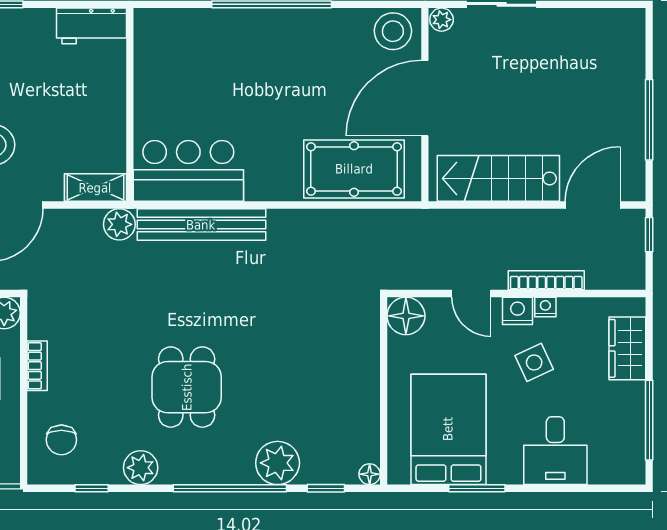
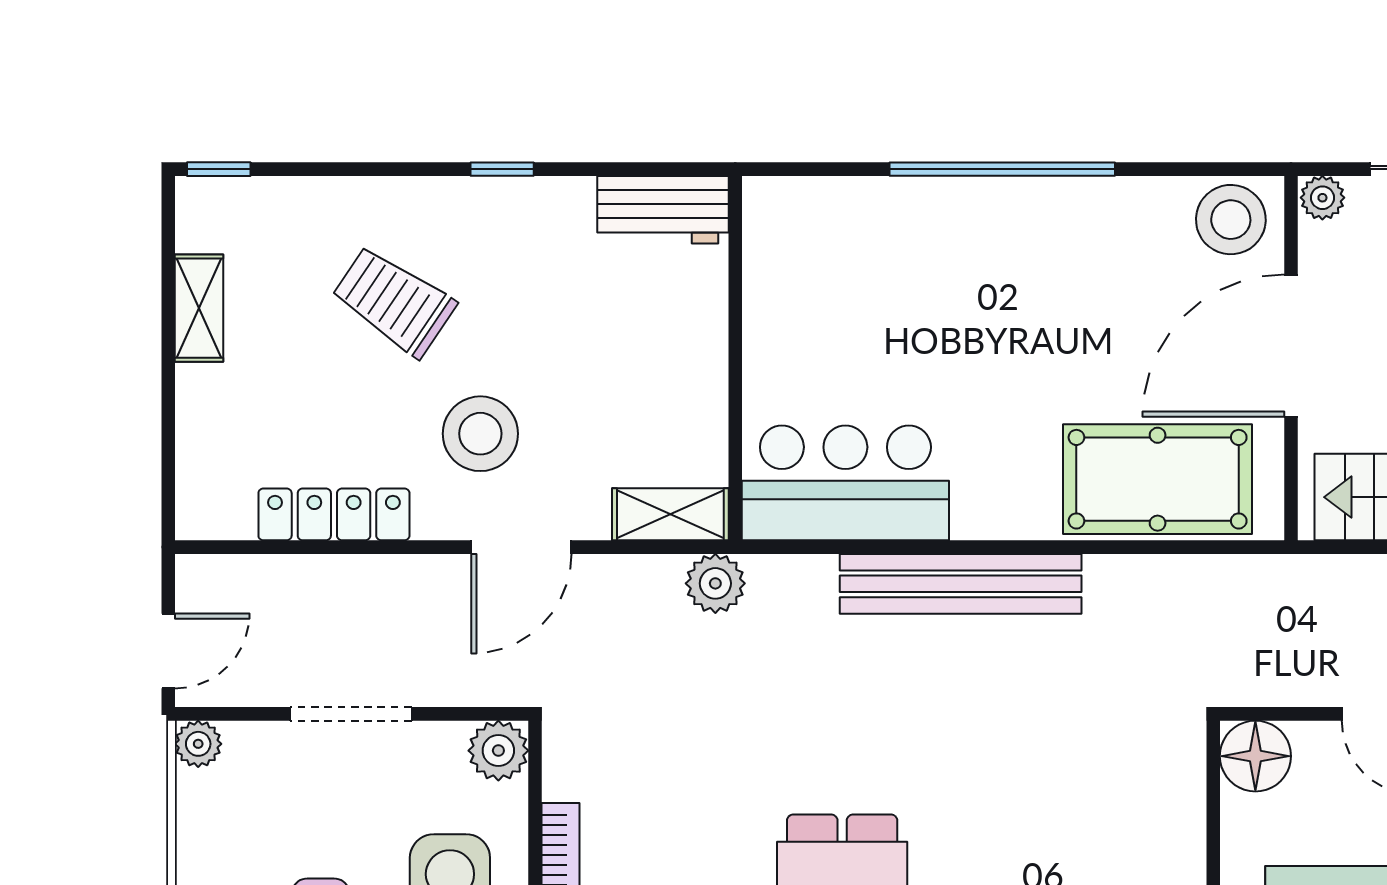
bench: (201, 225) -> (961, 584), moved

